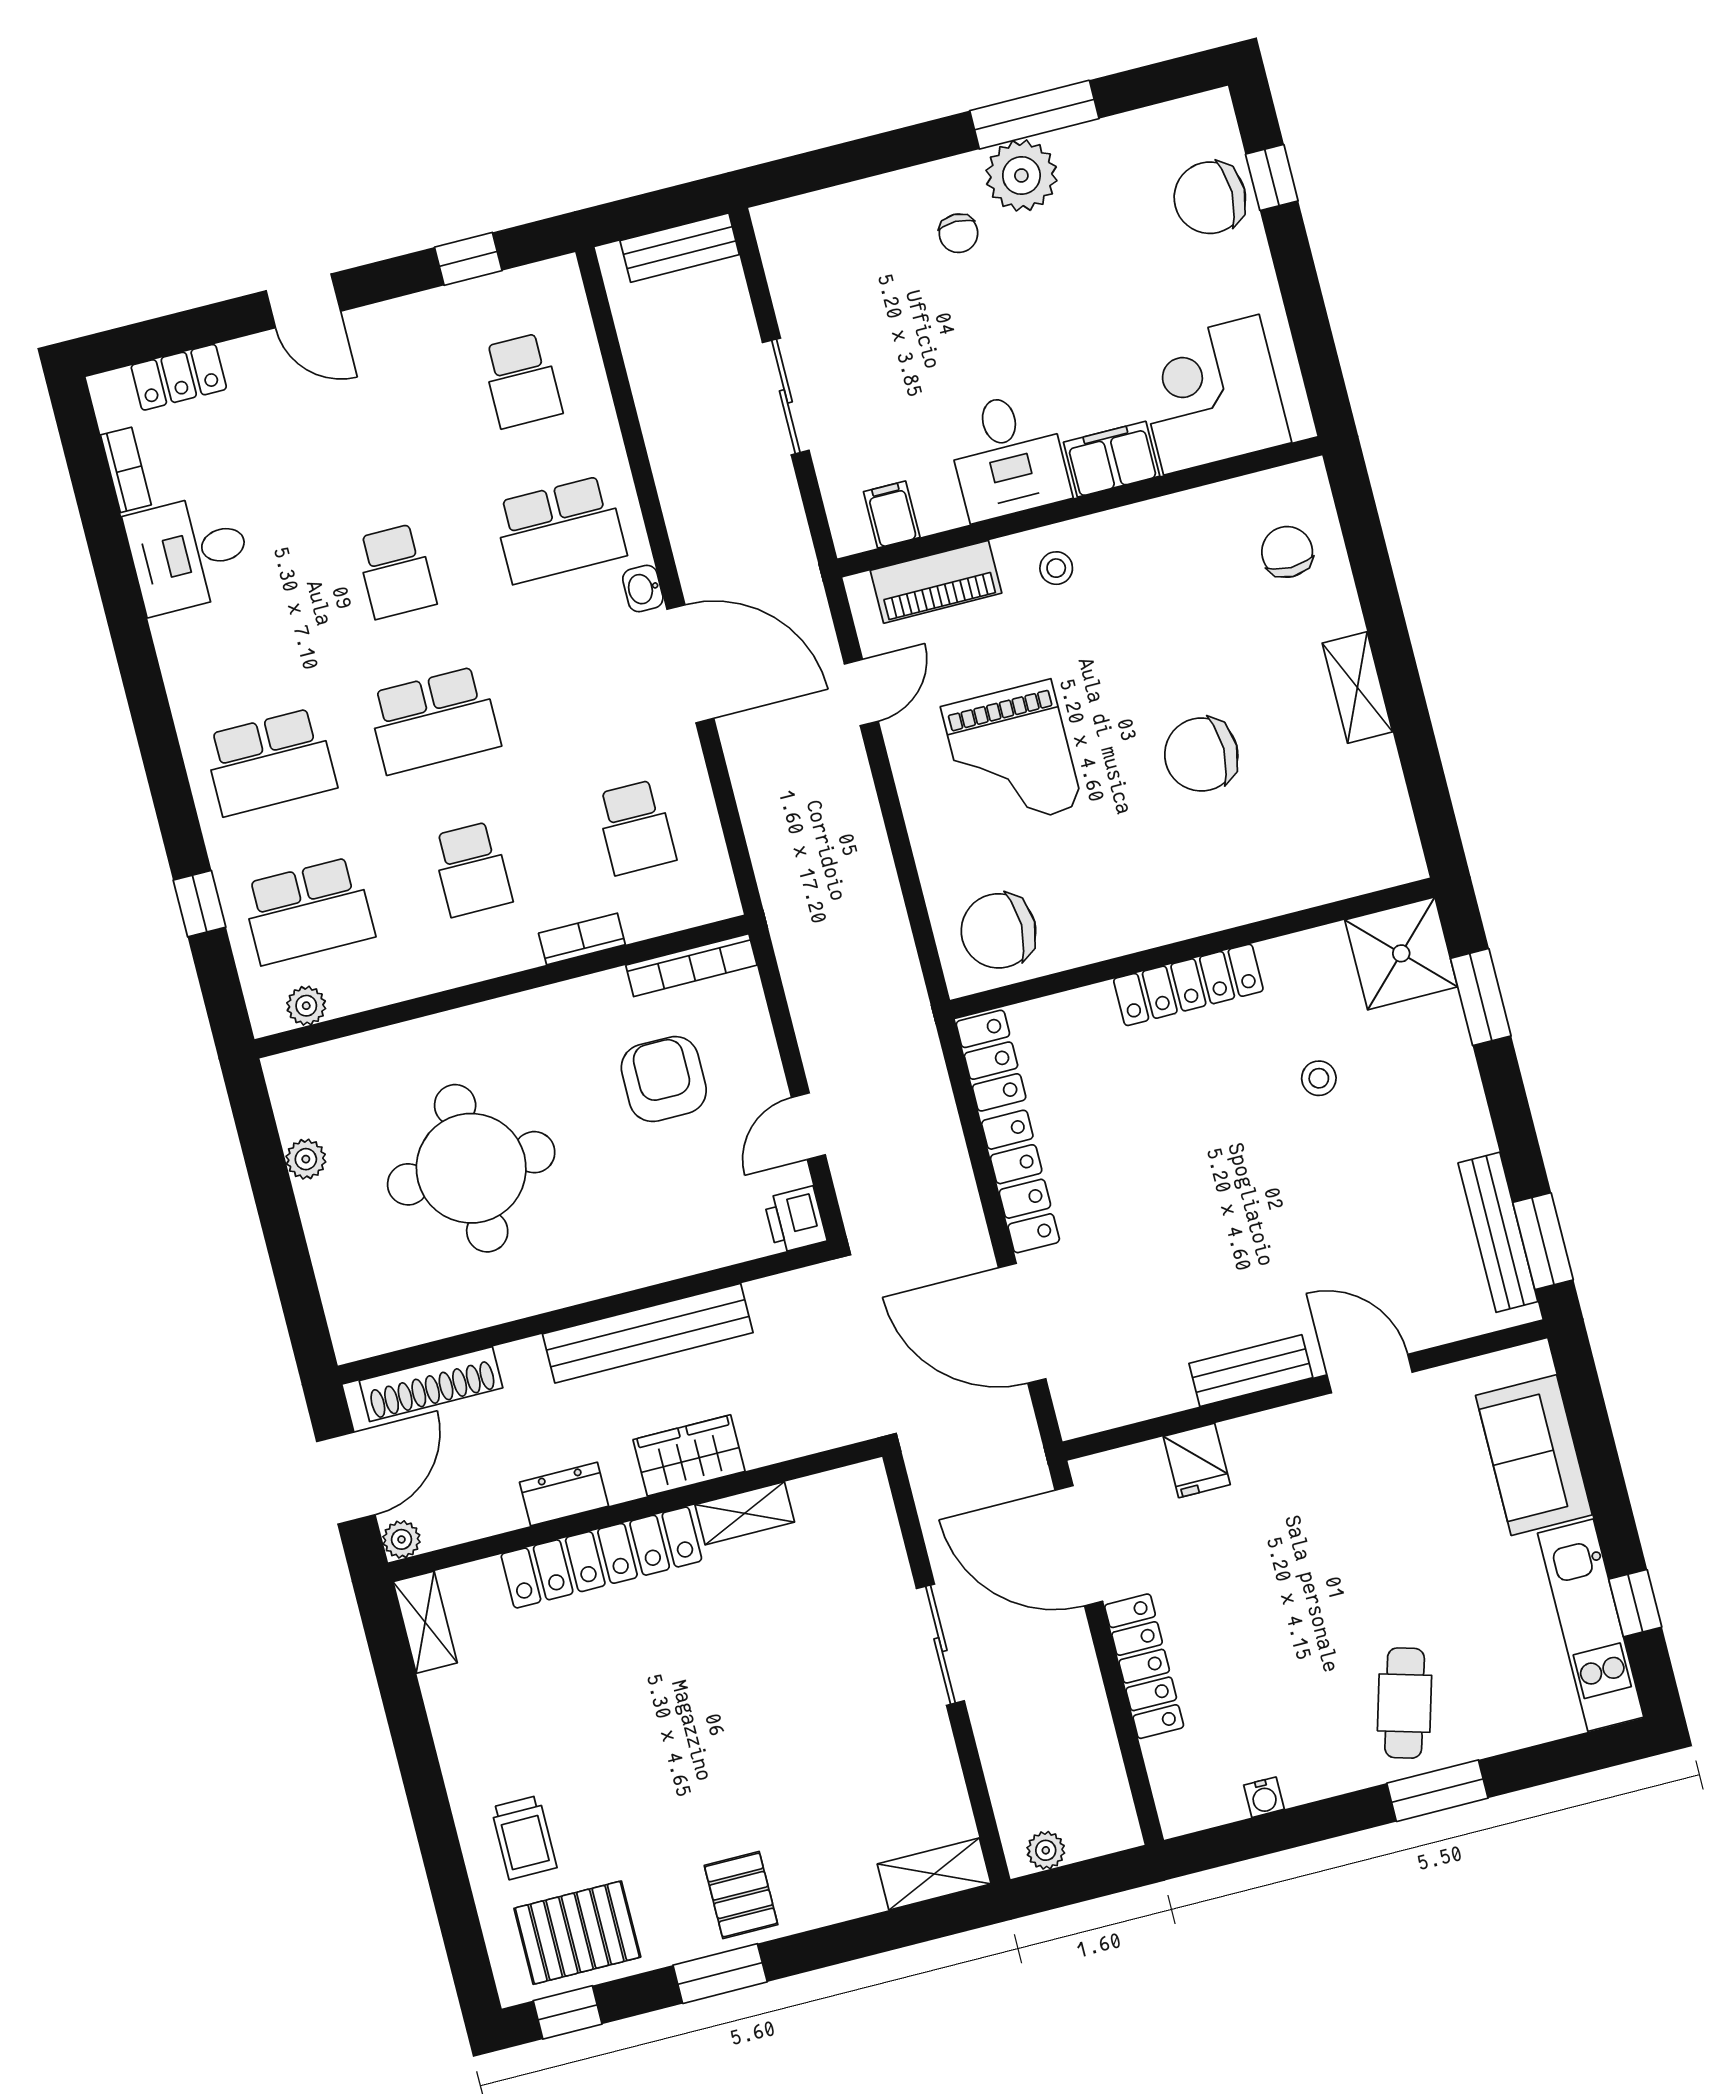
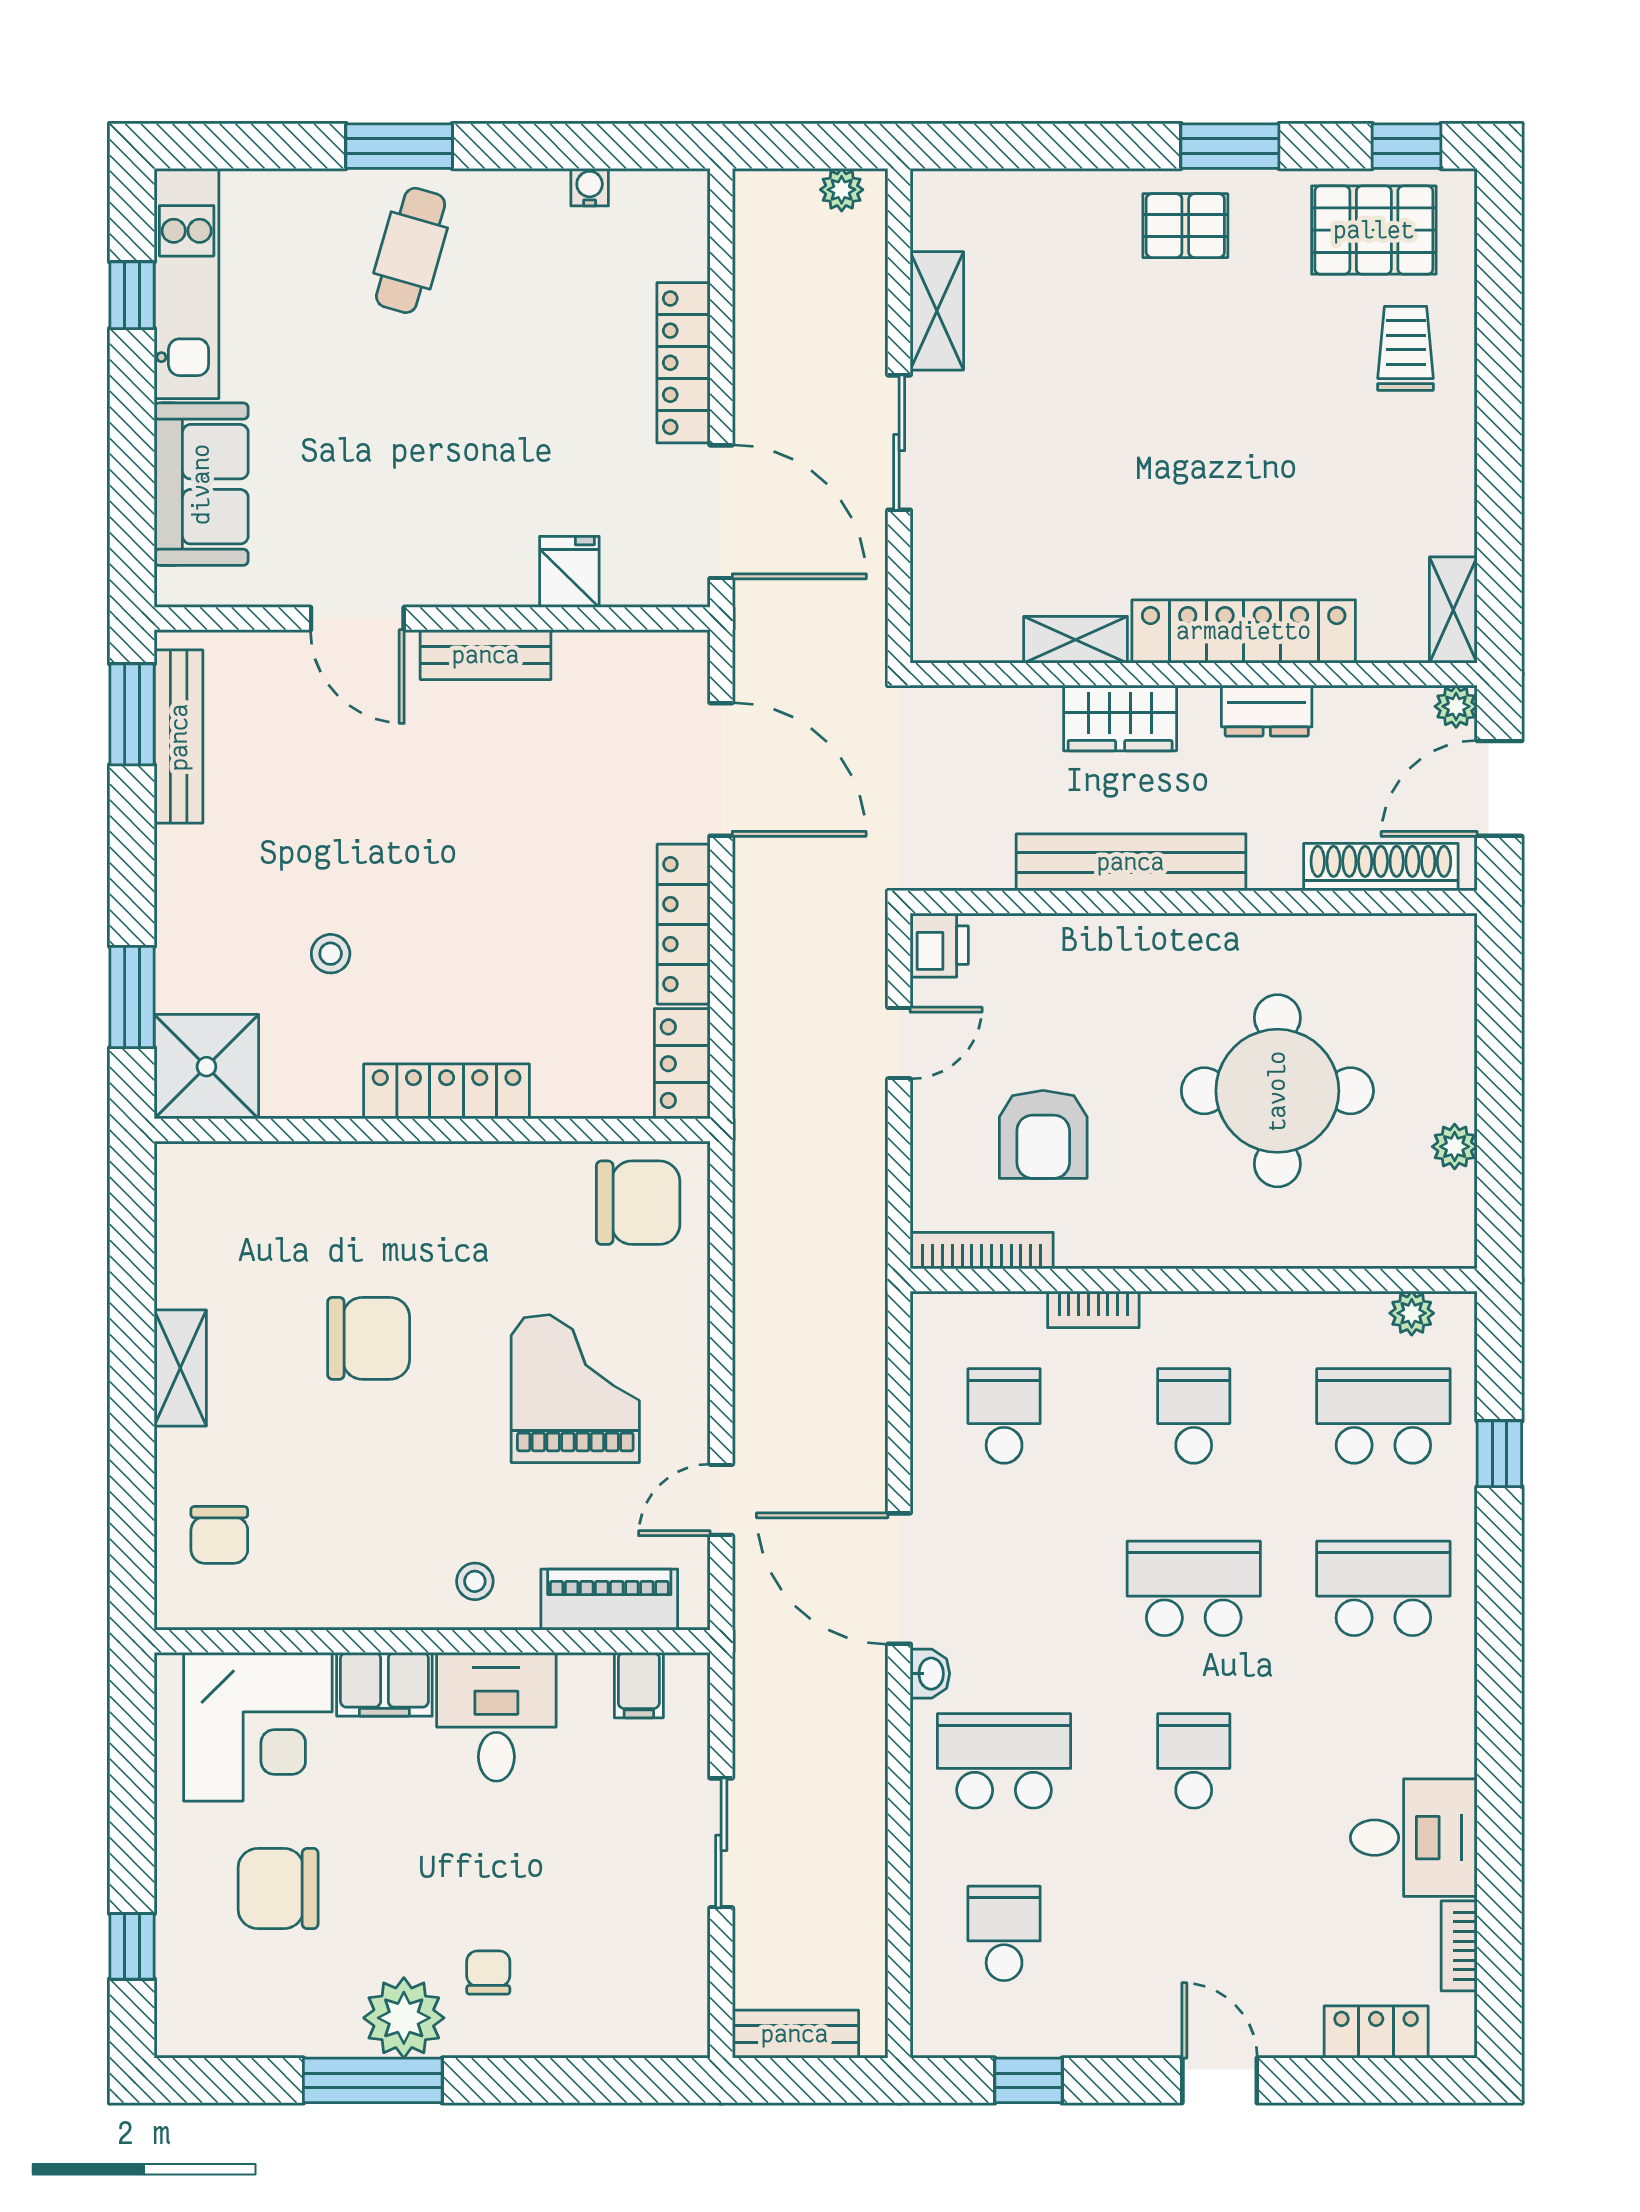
chair: (1210, 198) -> (278, 1888), moved, turned 180
shelving: (934, 1874) -> (937, 311), moved, turned 90
pallet: (741, 1895) -> (1185, 226), turned 90

